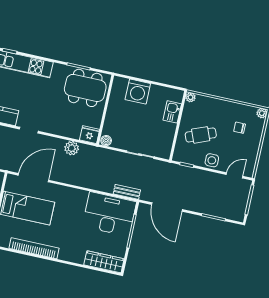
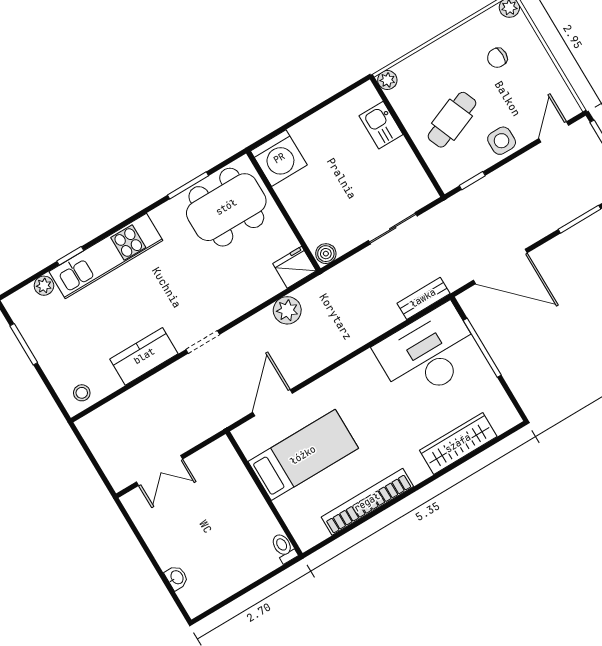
washing machine: (138, 92) -> (279, 158), moved
door: (33, 178) -> (273, 403), width x0.73
wardrobe: (104, 262) -> (458, 443), moved

